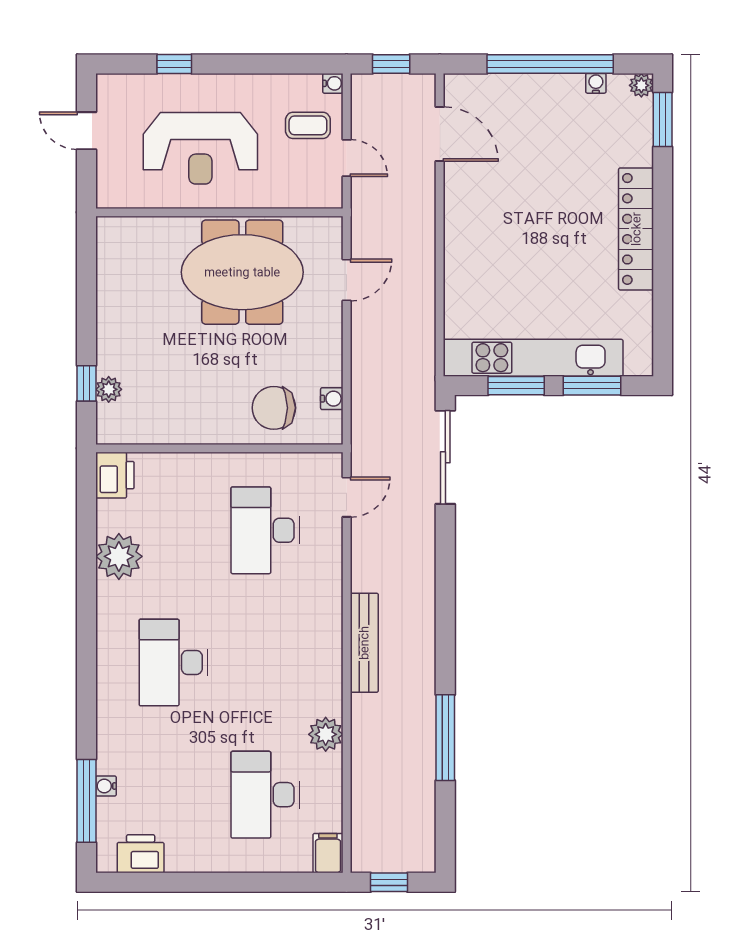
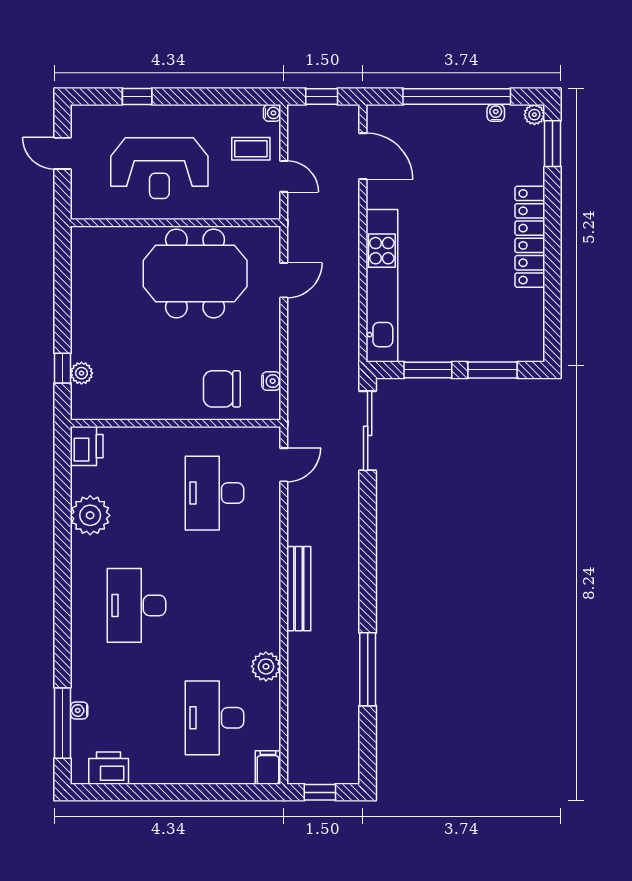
kitchen unit: (533, 358) -> (382, 286), moved, turned 90

